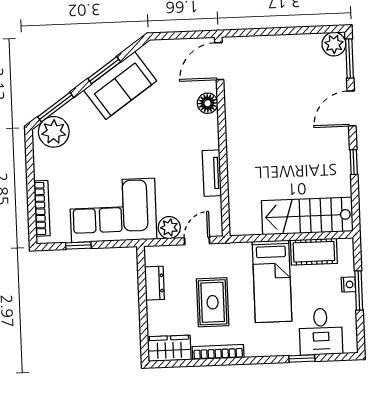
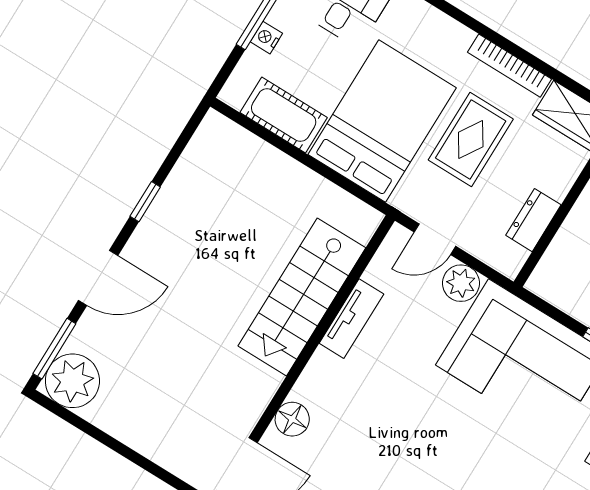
plant: (334, 44) -> (72, 381), width x1.36, depth x1.36
stairs: (307, 216) -> (302, 297), moved, turned 90
bed: (272, 281) -> (382, 121), width x1.50

